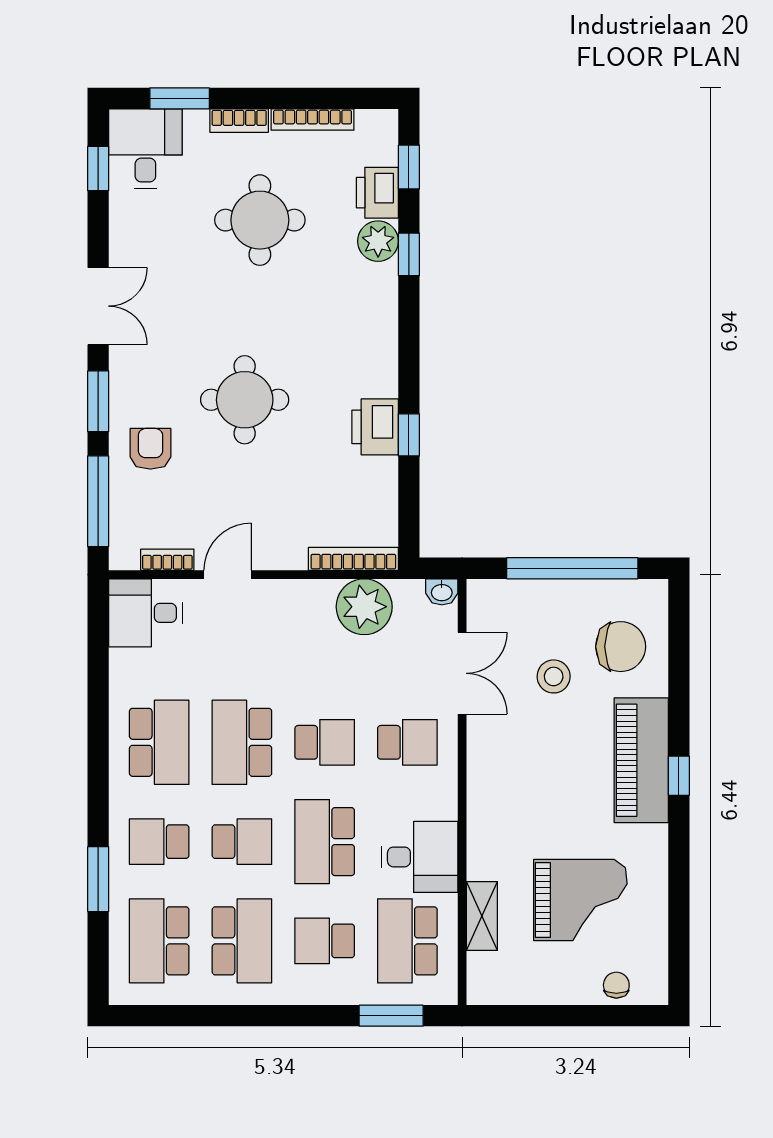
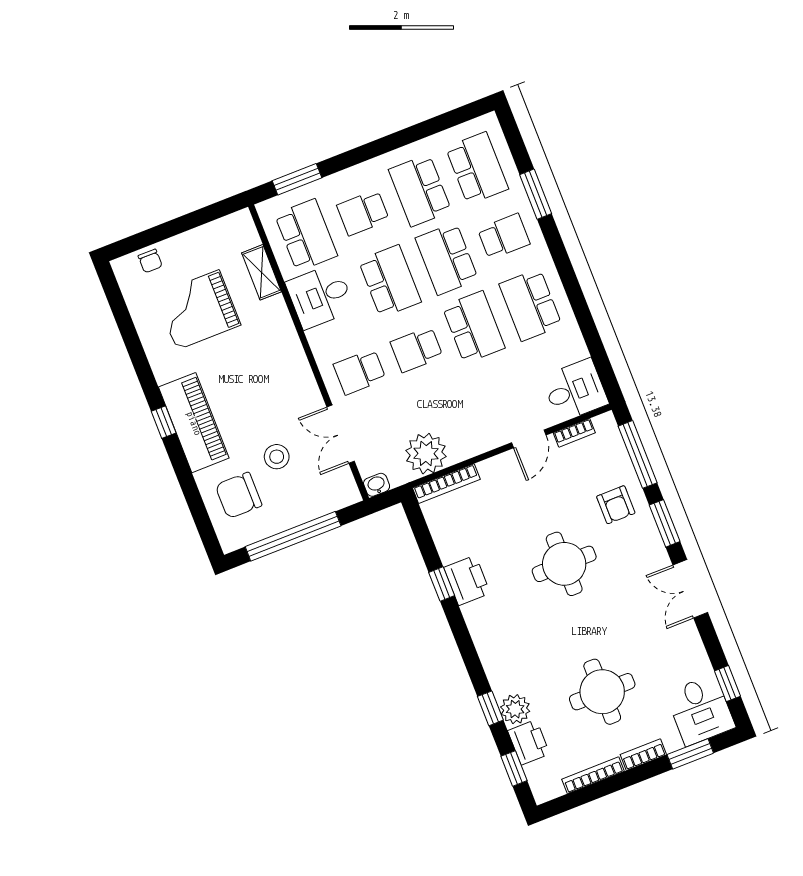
school desk: (242, 842) -> (447, 259), width x1.85
school desk: (325, 941) -> (363, 213), turned 180

